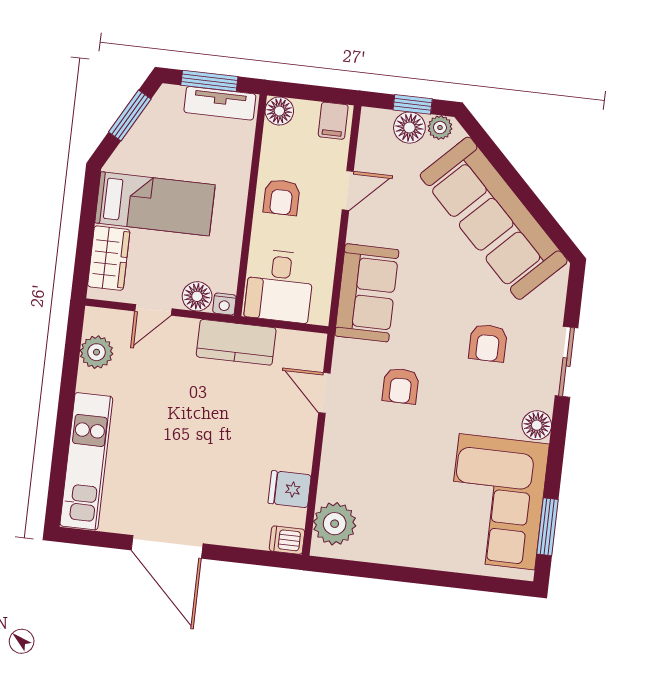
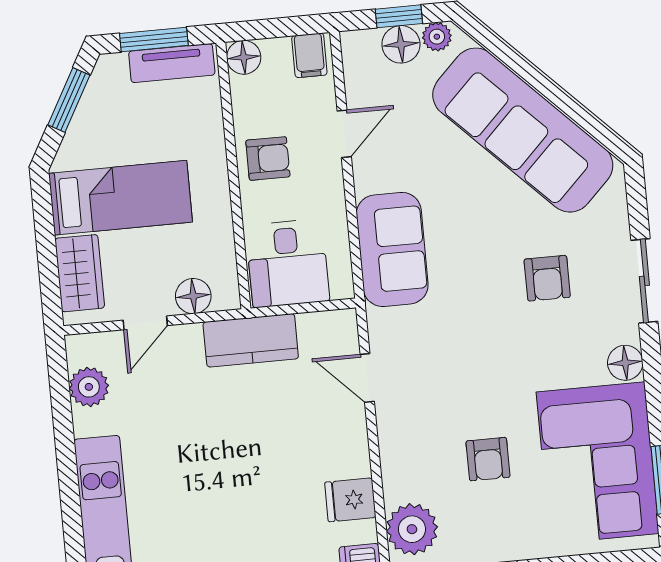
armchair: (282, 197) -> (268, 158), turned -90
nightstand: (224, 304) -> (227, 298), removed
armchair: (401, 386) -> (488, 459), moved

